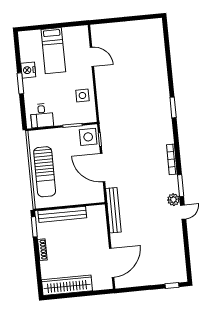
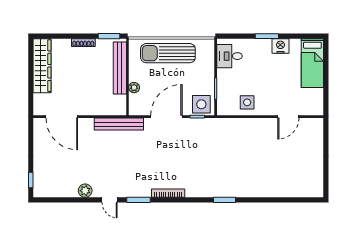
bed: (53, 51) -> (312, 63), moved, turned -90
plant: (79, 200) -> (134, 88), added
plant: (173, 200) -> (85, 191), moved

